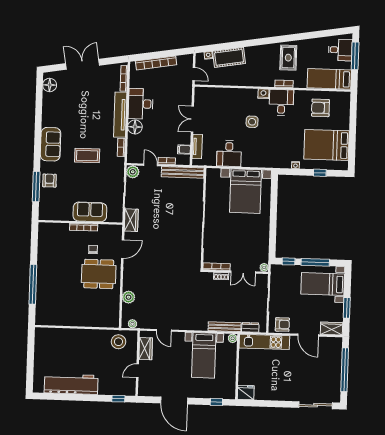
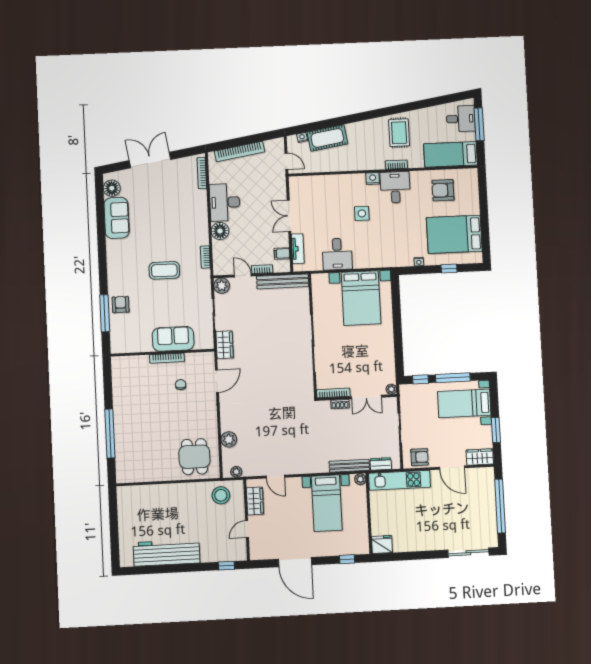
tv unit: (120, 115) -> (201, 217), removed
sofa: (51, 144) -> (117, 218), moved
dining table: (99, 274) -> (194, 457), moved, width x0.73

